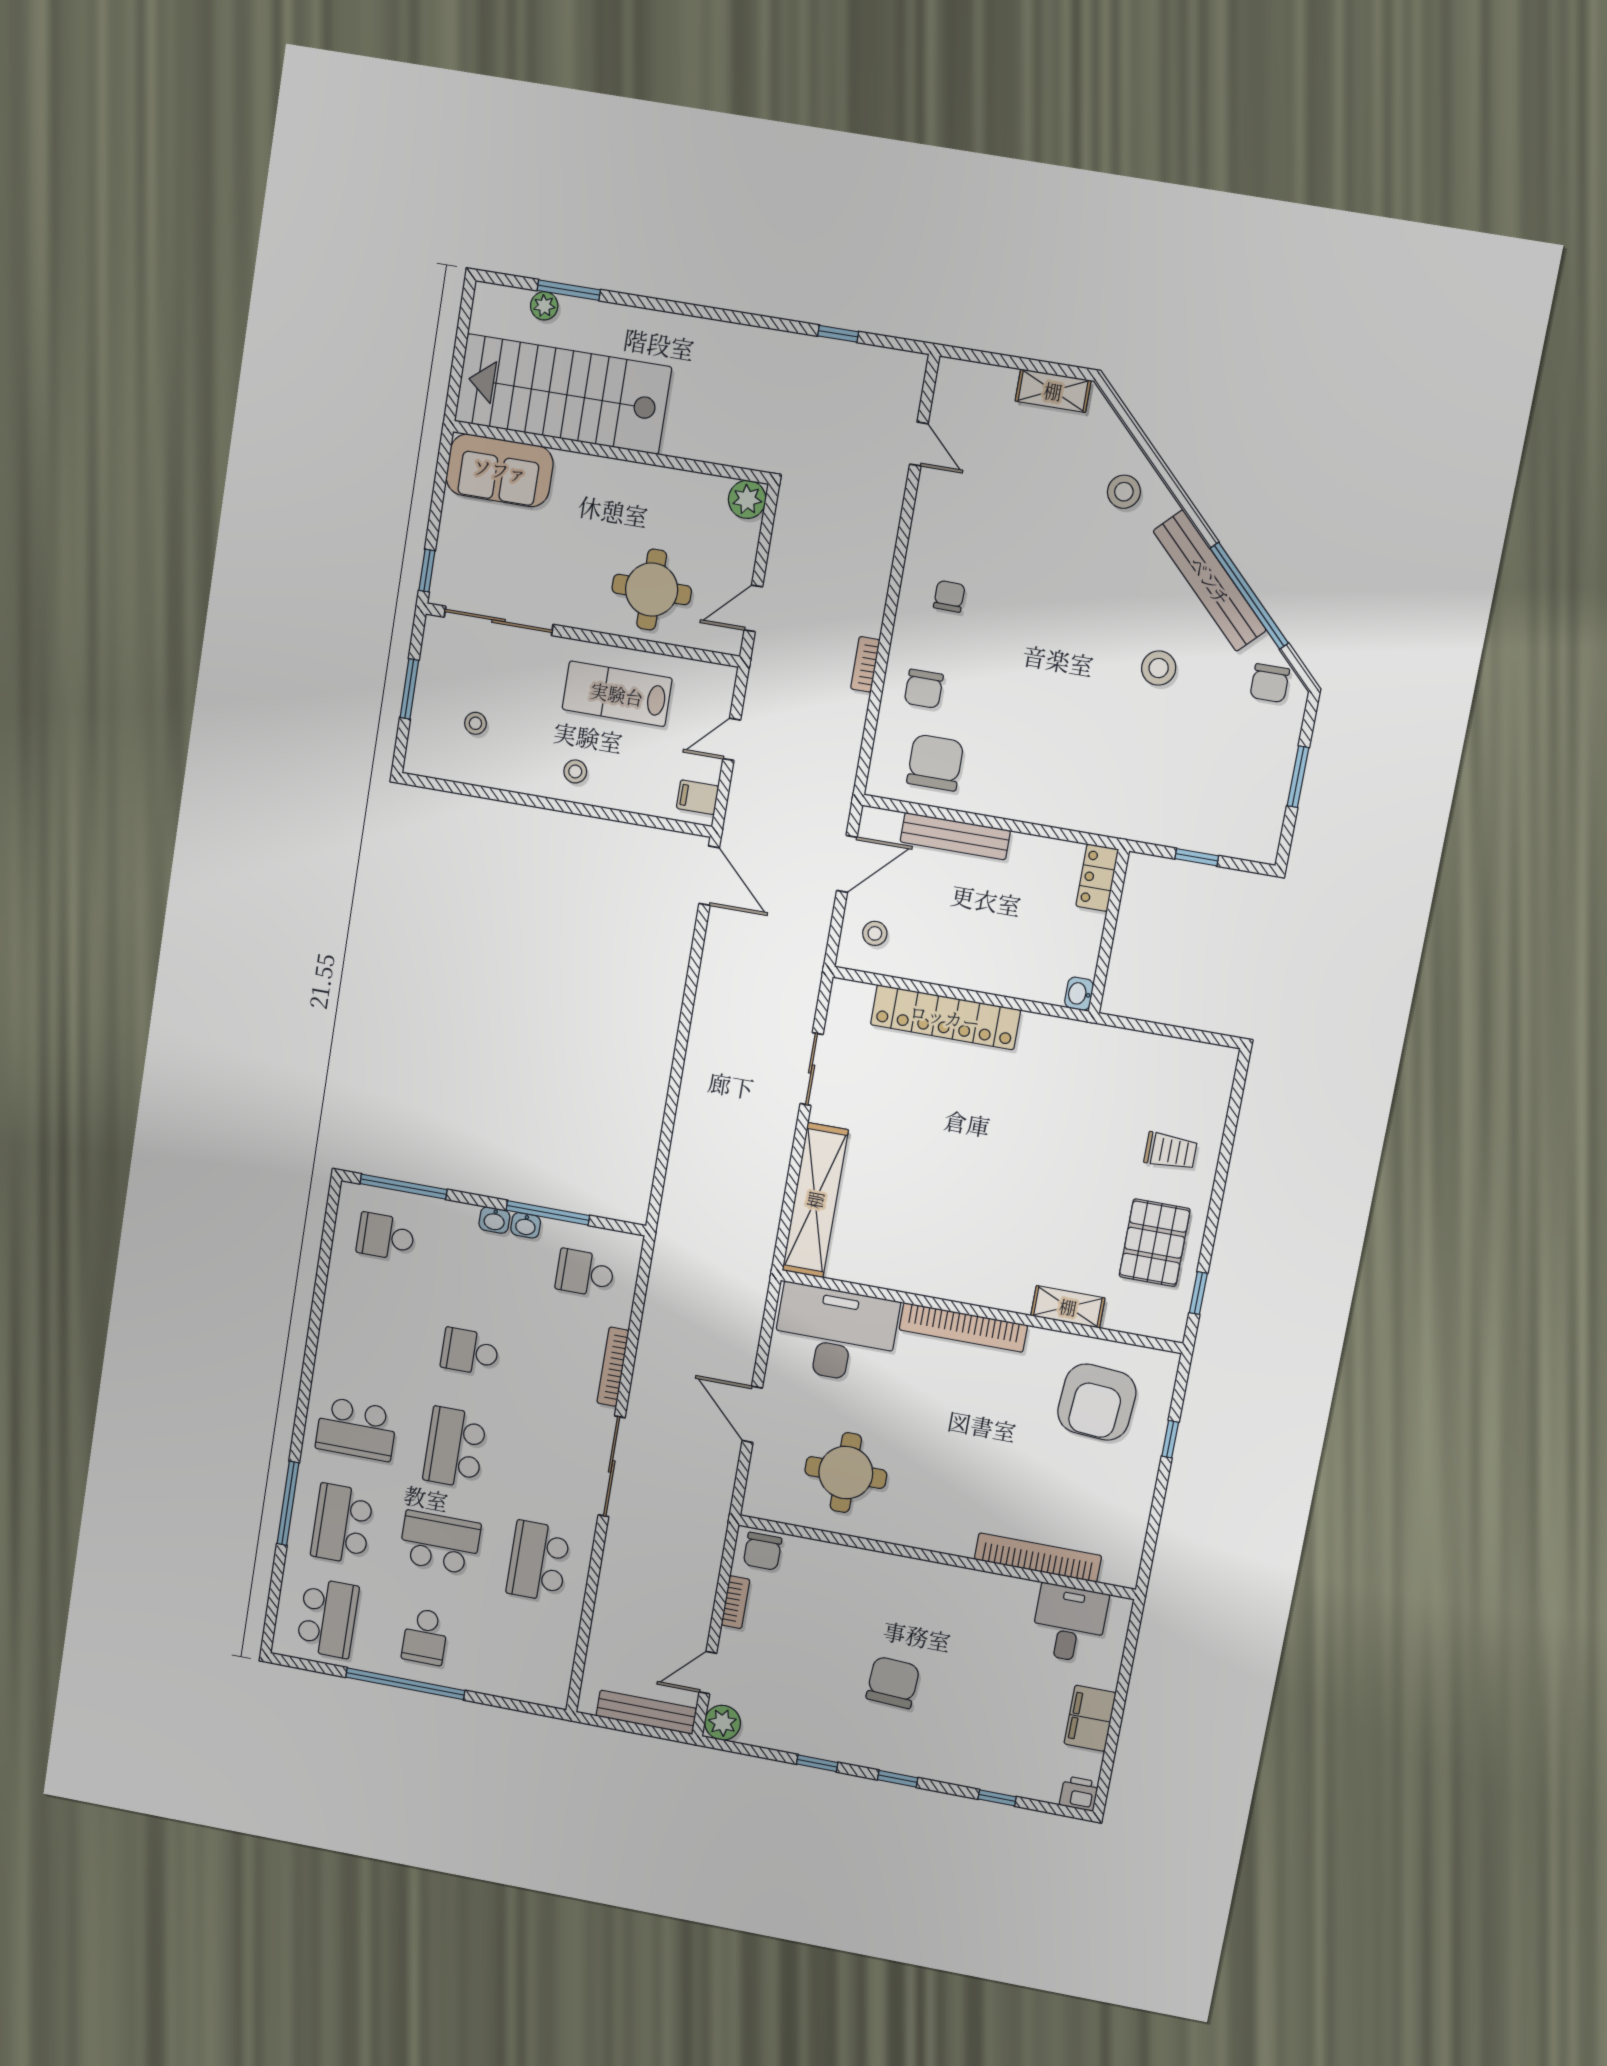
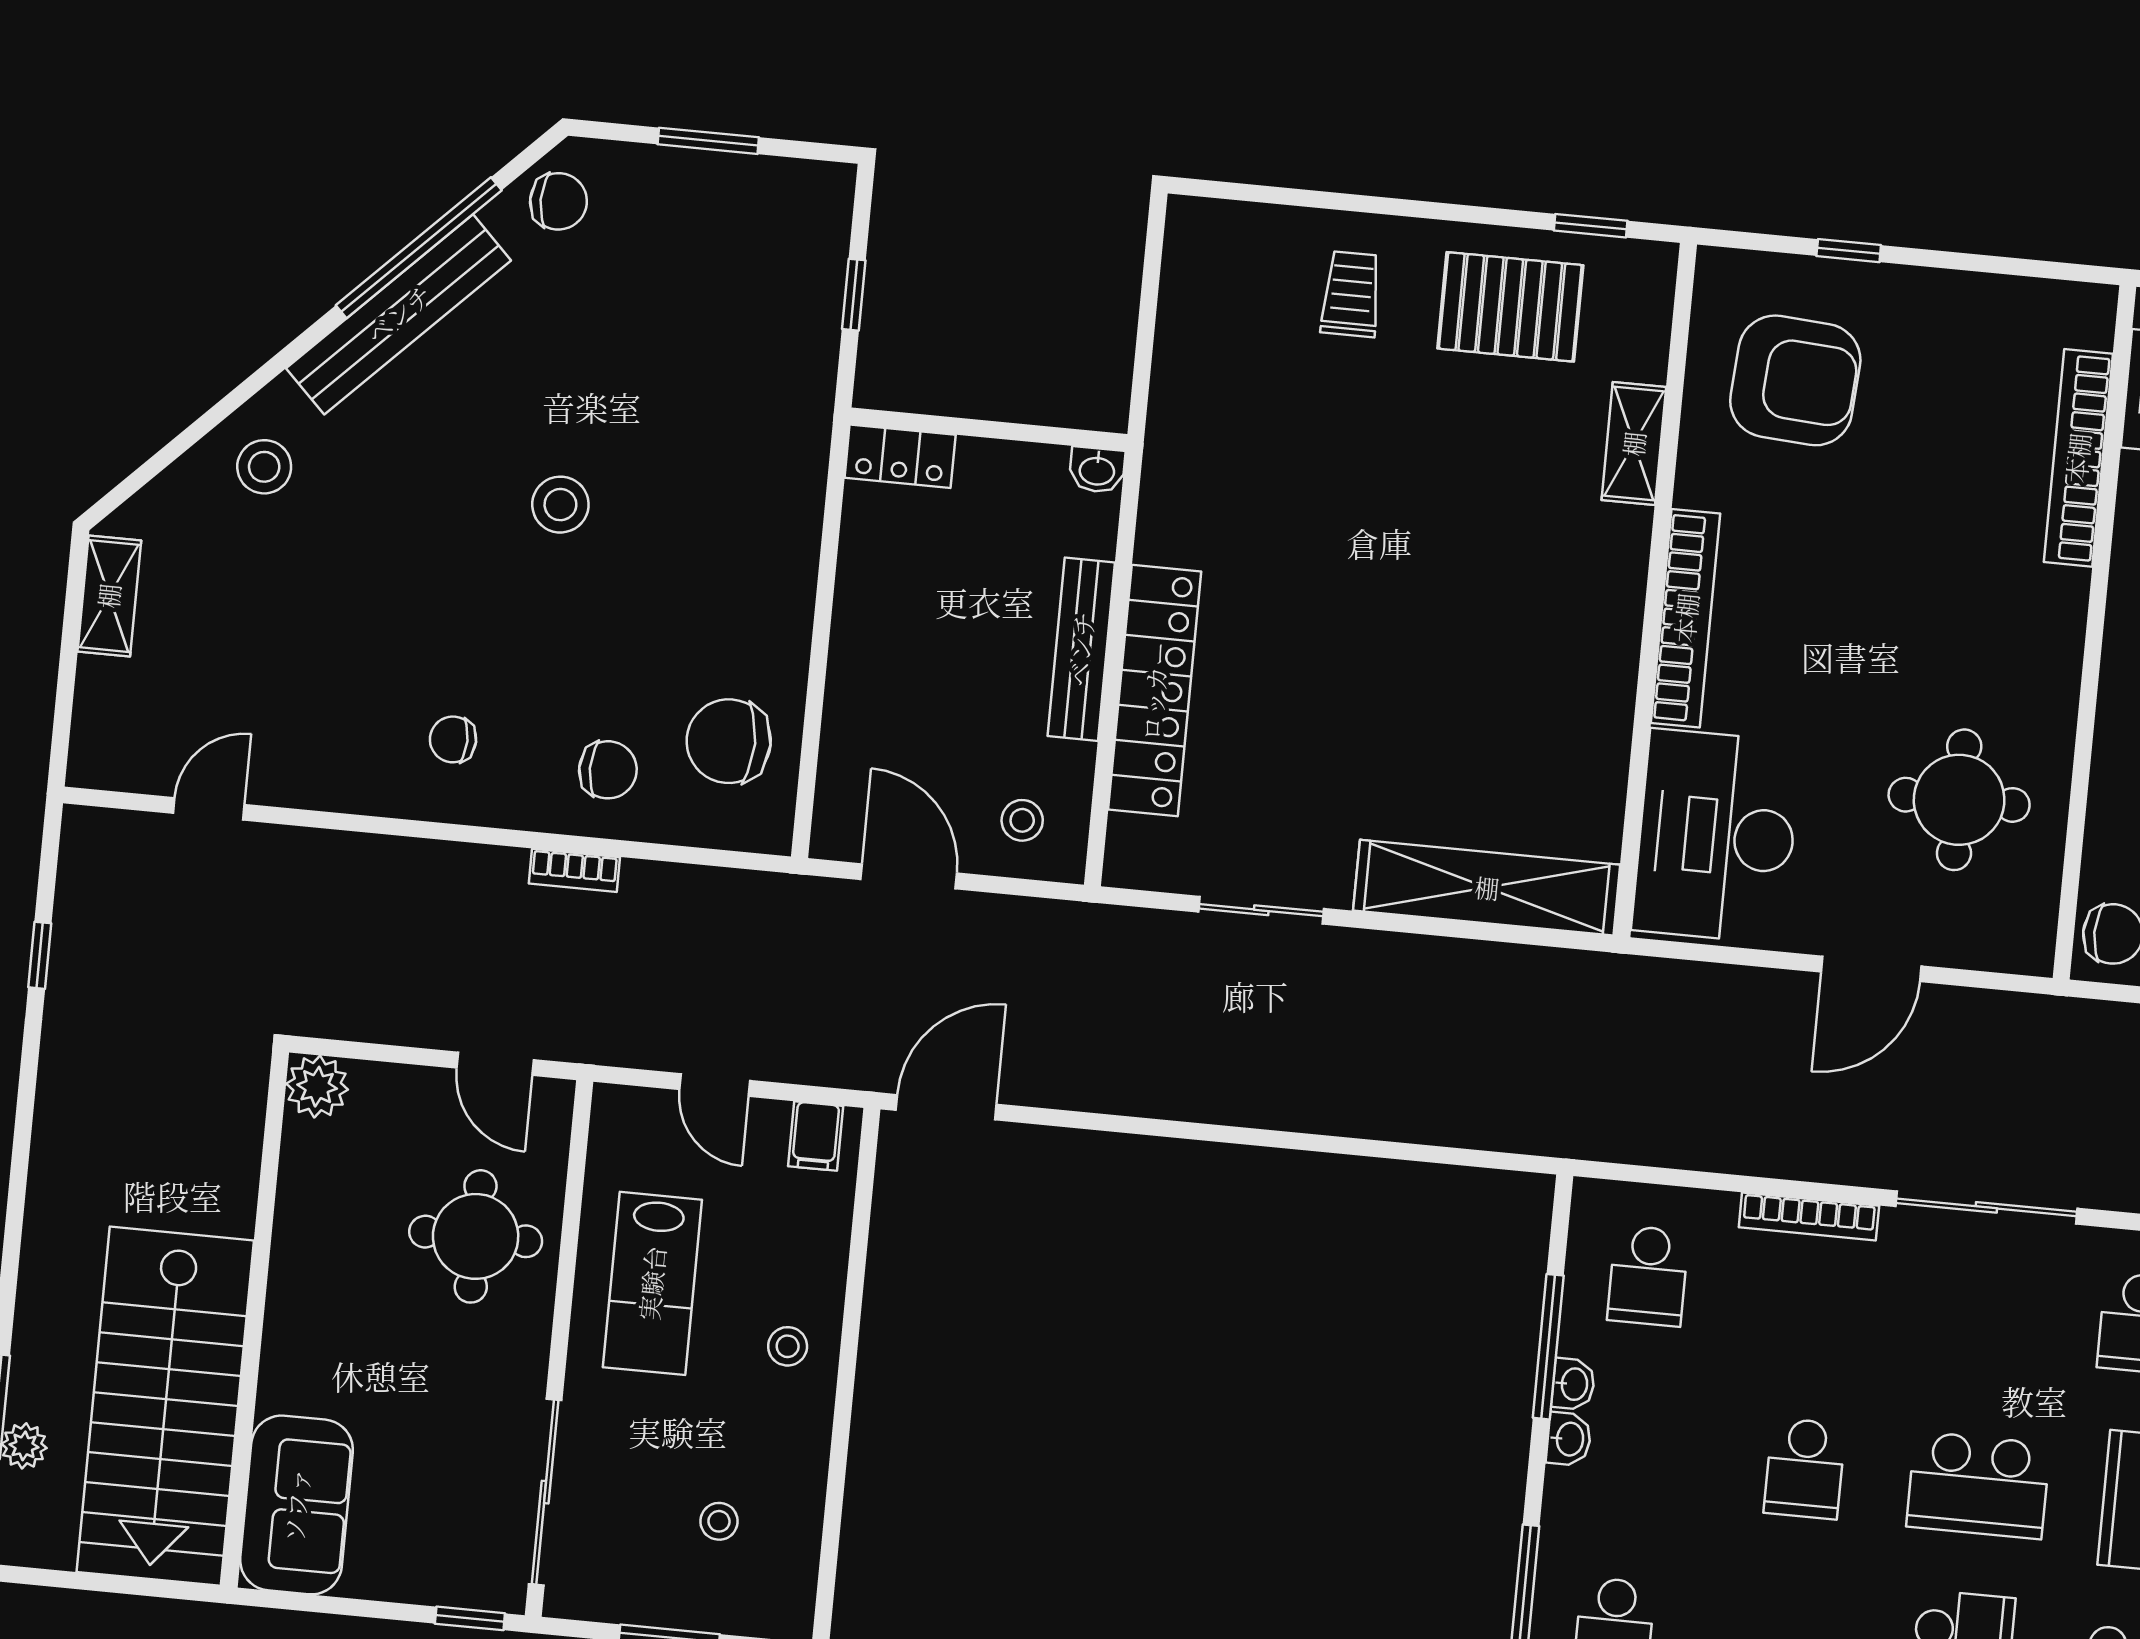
stool: (1159, 668) -> (560, 505), moved
bench: (955, 836) -> (1081, 649), moved

